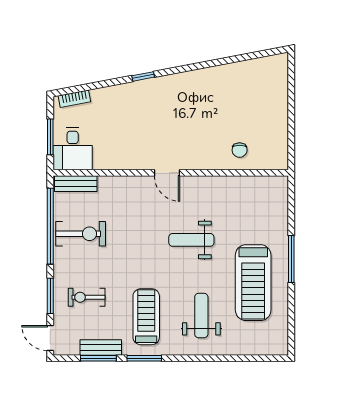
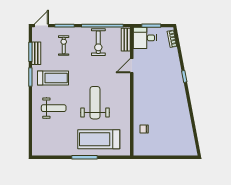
door: (167, 173) -> (132, 66), moved
weight bench: (191, 240) -> (95, 103), width x1.36, depth x1.33
treadmill: (253, 283) -> (99, 139), moved

